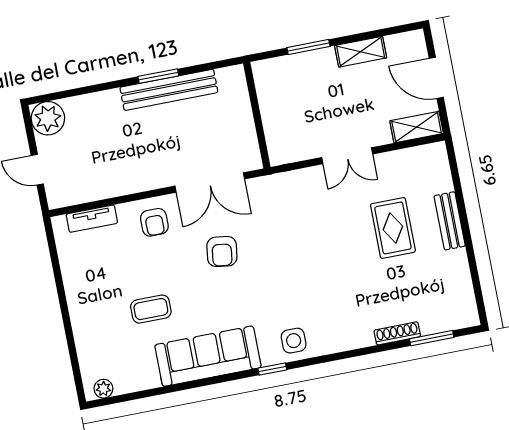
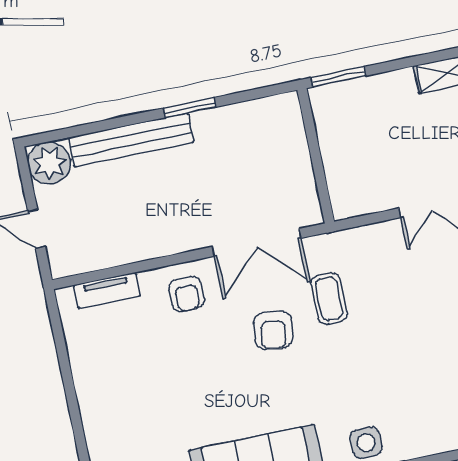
window: (308, 47) -> (338, 77), moved
bench: (169, 90) -> (131, 140), moved
coffee table: (151, 309) -> (329, 299), moved, turned 90

